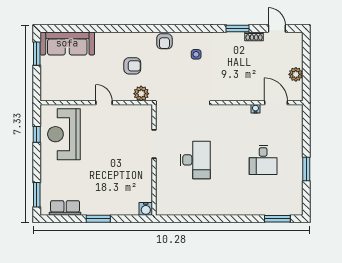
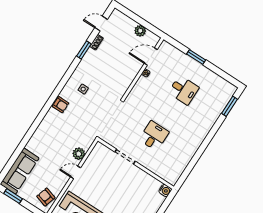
armchair: (132, 66) -> (46, 197), moved, turned -73
plant: (141, 94) -> (79, 154), moved
desk: (195, 160) -> (154, 136), width x0.73
window: (306, 169) -> (196, 57), moved

